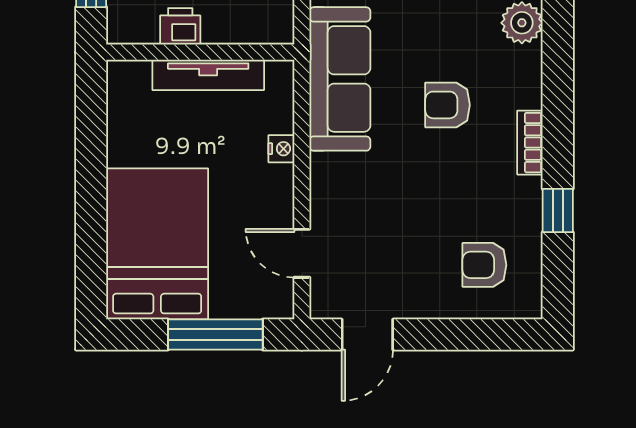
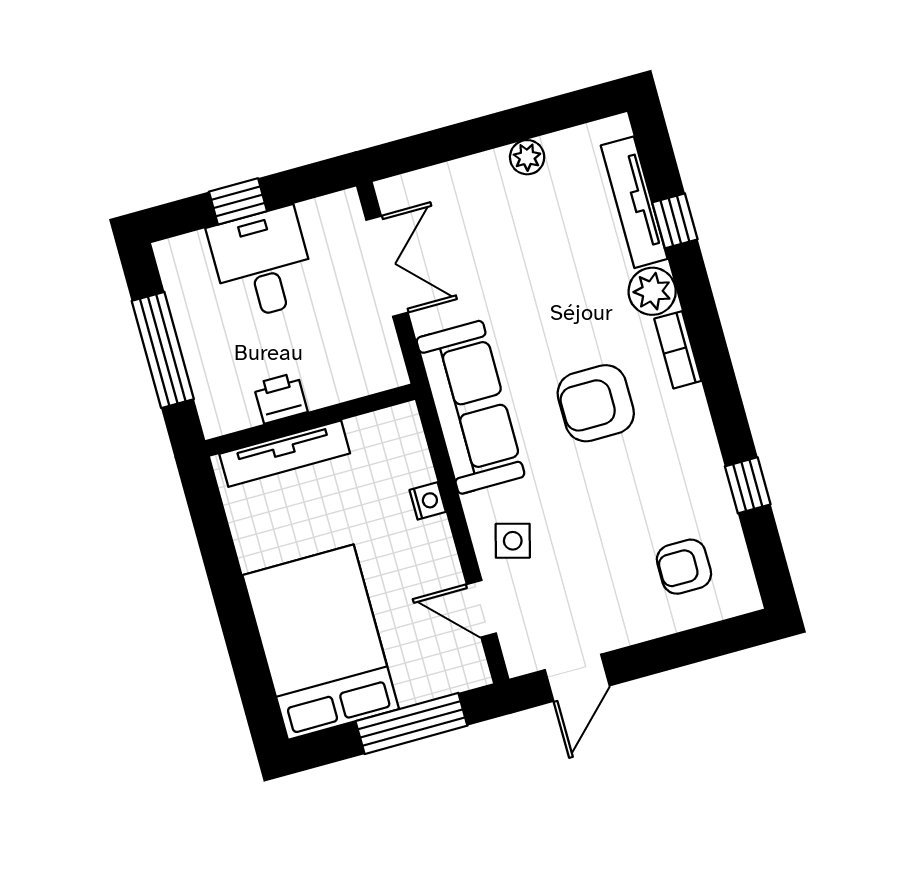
tv unit: (208, 75) -> (285, 454), moved
armchair: (448, 105) -> (596, 403), width x1.38, depth x1.38
bookcase: (530, 143) -> (678, 350), moved
side table: (345, 203) -> (513, 541), added

